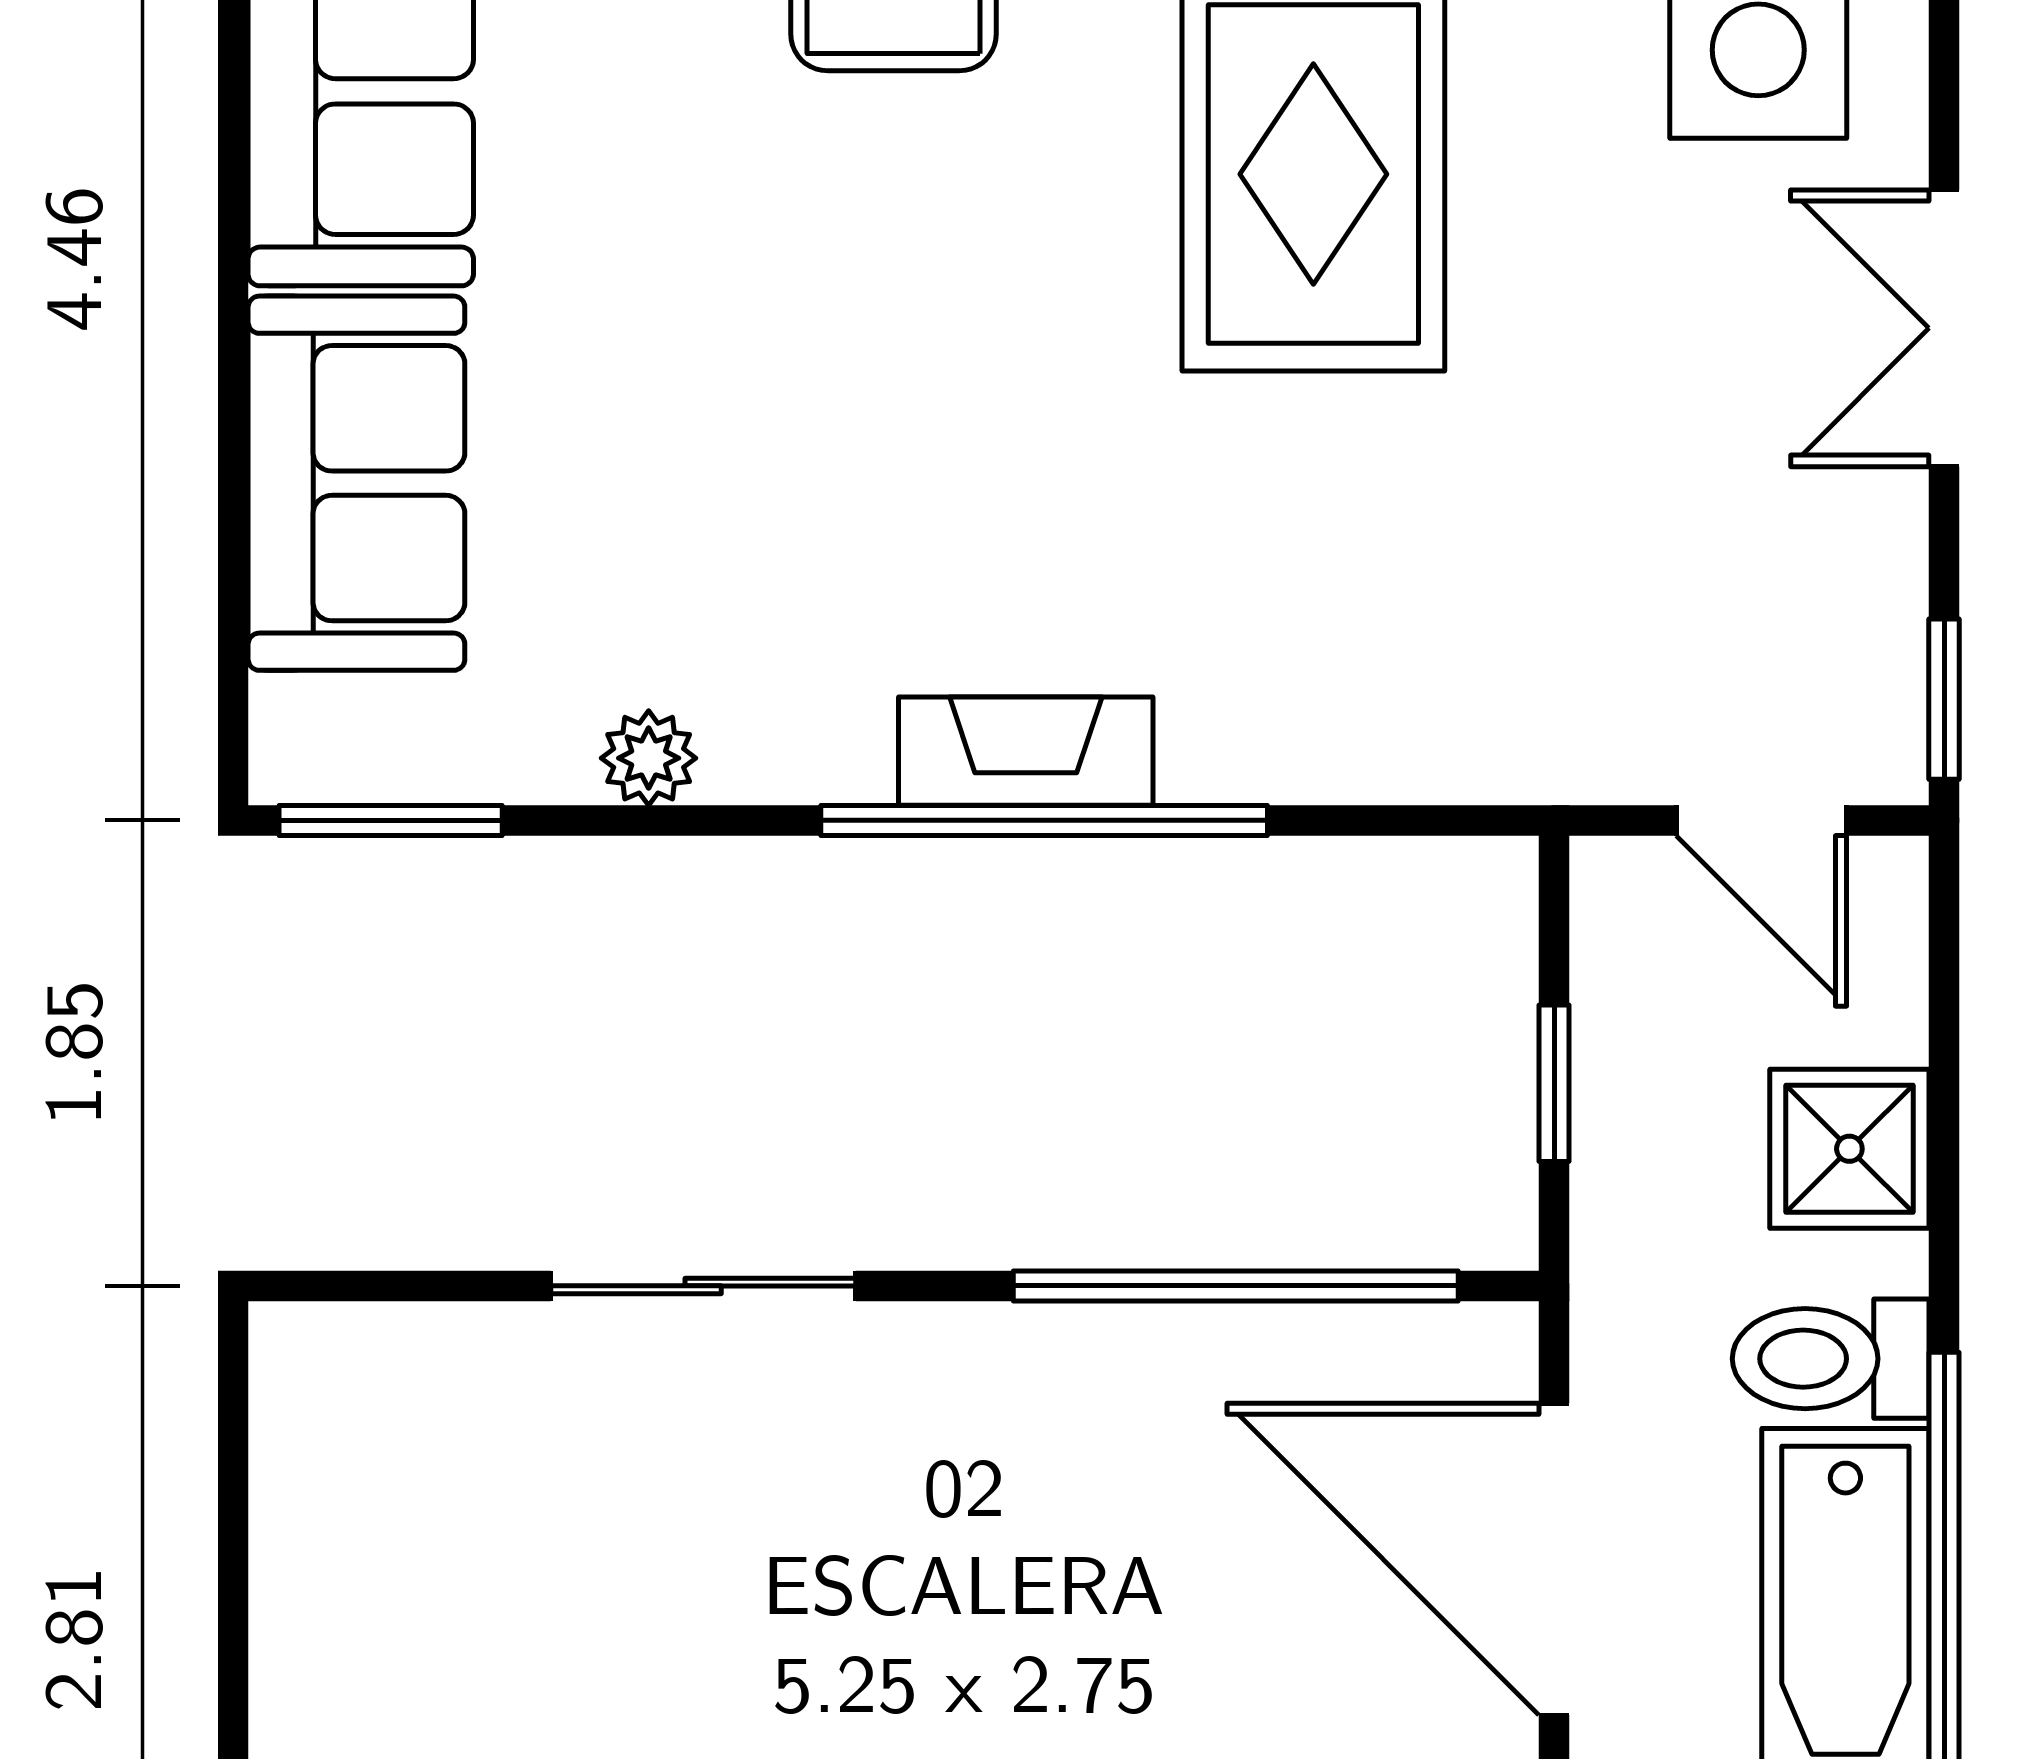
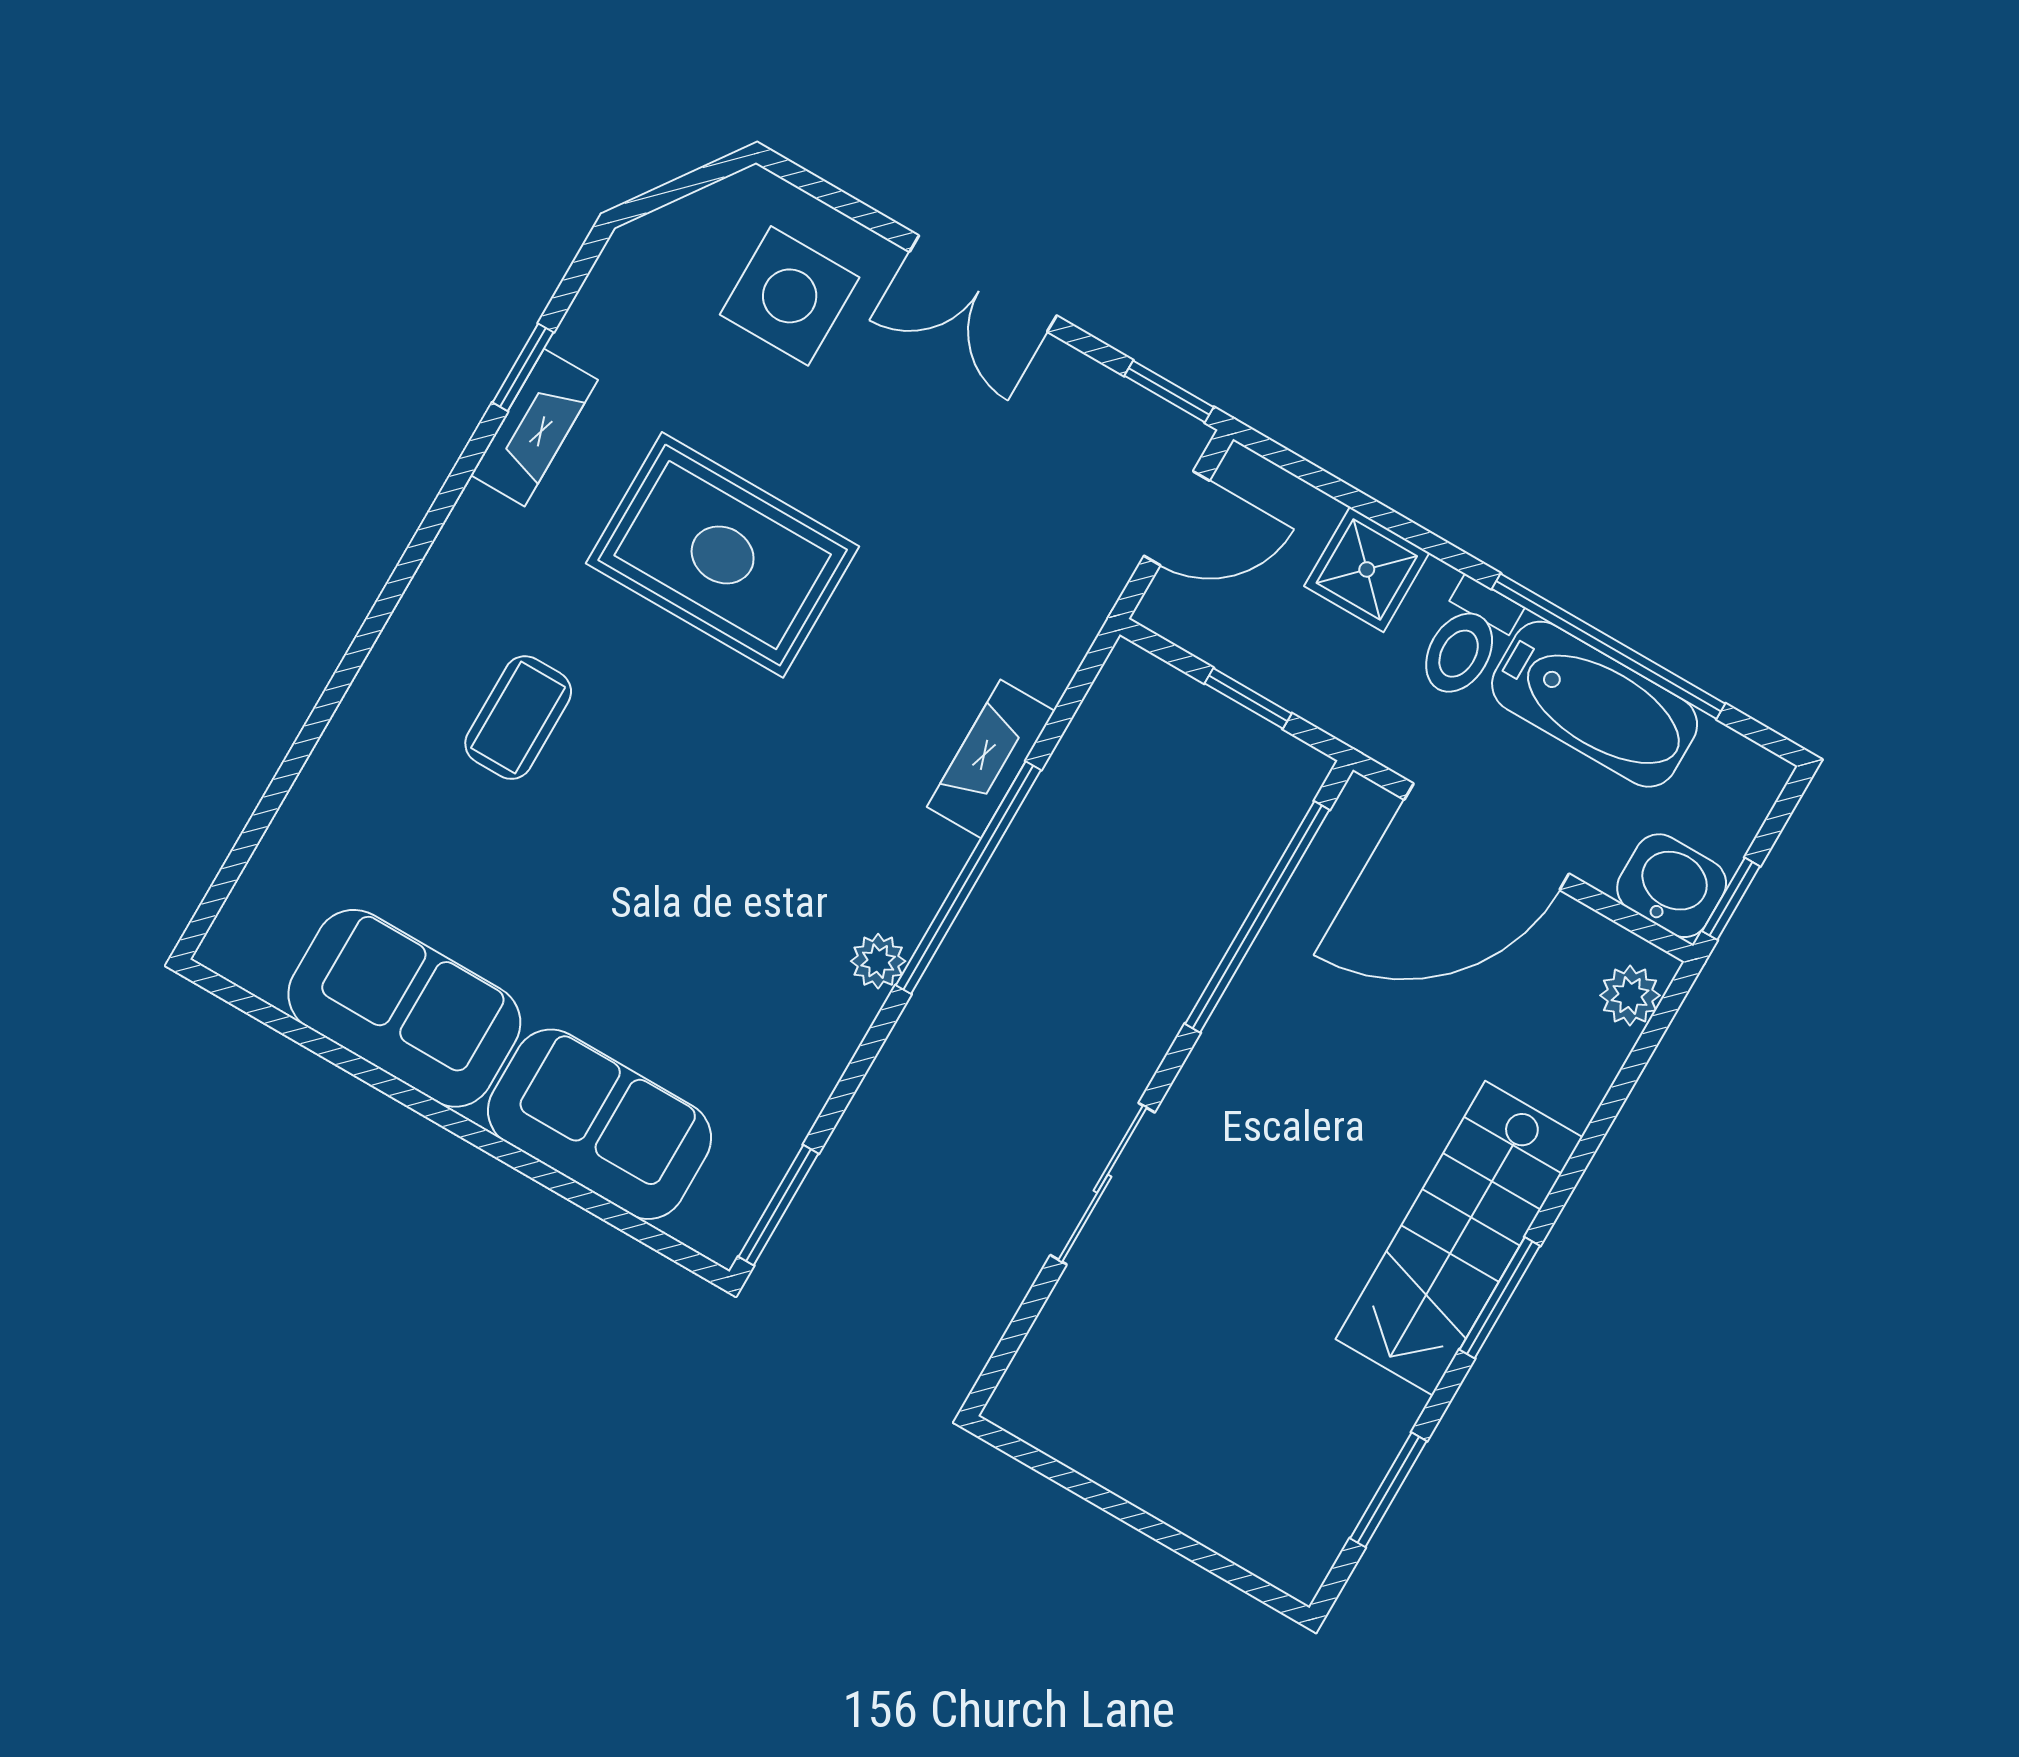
fireplace: (1026, 751) -> (991, 759), moved
plant: (649, 758) -> (878, 961), moved

